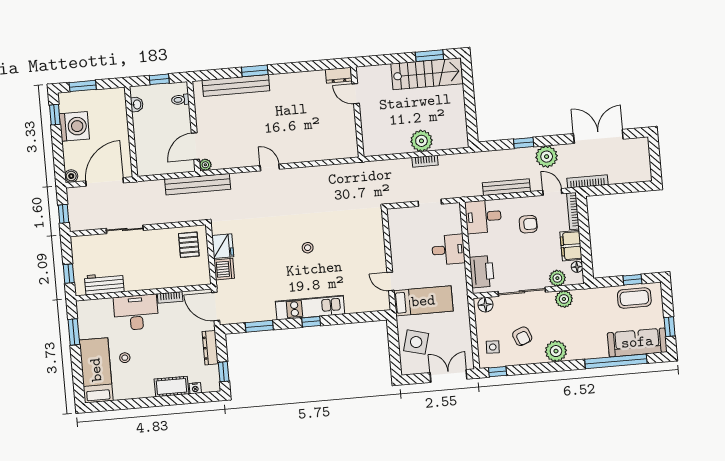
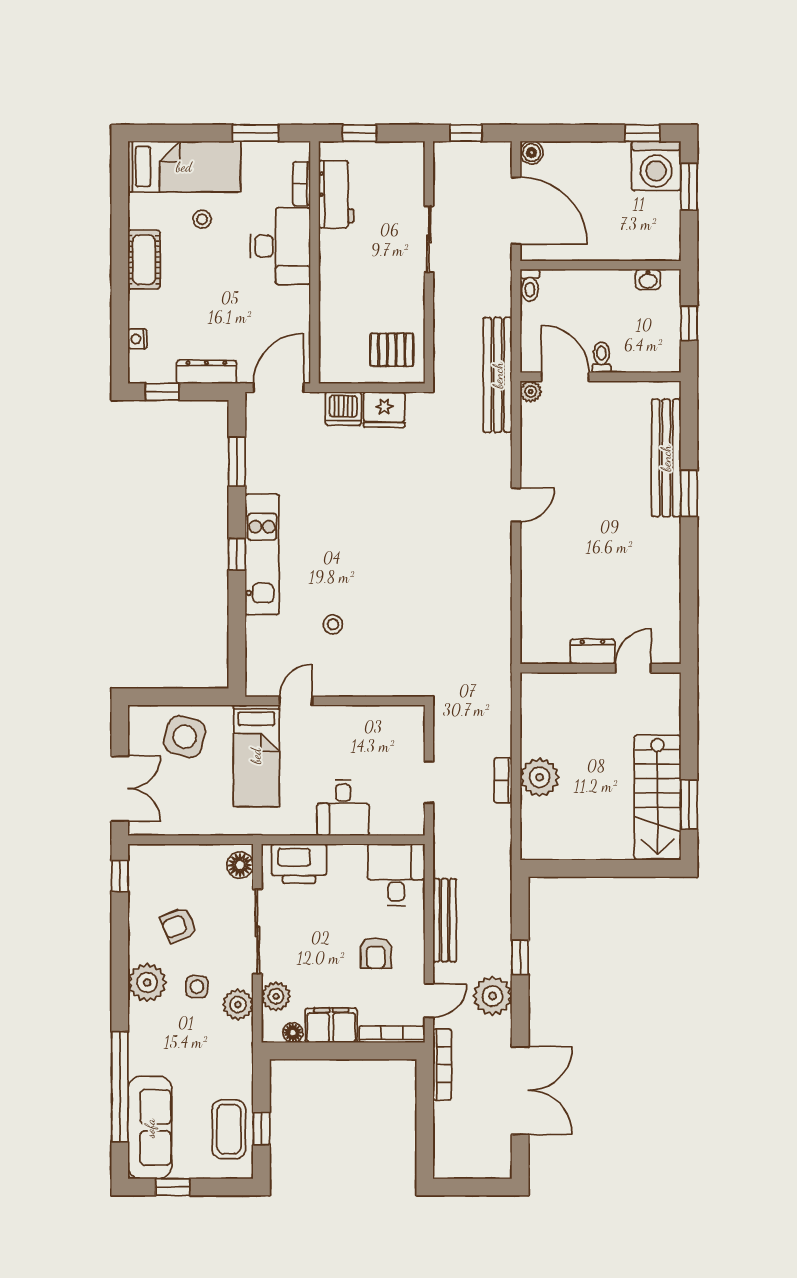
dresser: (338, 75) -> (592, 652), moved, turned 90
toilet: (180, 100) -> (601, 357), moved
washing machine: (74, 126) -> (656, 166), moved
toilet: (146, 170) -> (530, 285), added
stool: (308, 248) -> (333, 624), moved
bookcase: (170, 297) -> (302, 184), moved
side table: (493, 347) -> (197, 987), moved
cot: (172, 387) -> (144, 260), moved

